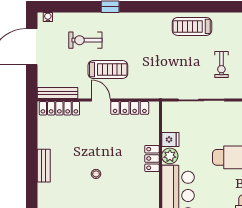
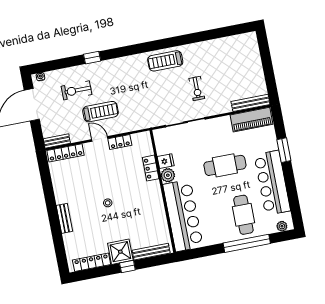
bench: (58, 93) -> (57, 141), width x0.73
locker: (130, 108) -> (120, 142), width x0.66
locker: (152, 158) -> (151, 168), moved
bench: (44, 166) -> (64, 218), moved

